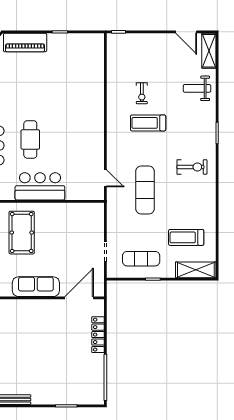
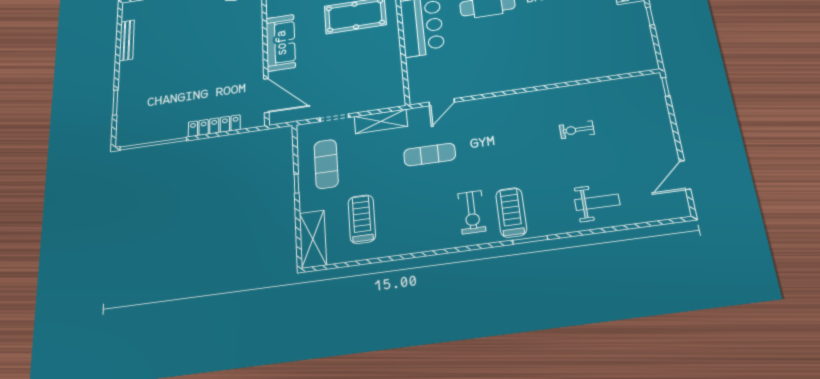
shelving: (209, 51) -> (381, 121), moved
weight bench: (197, 88) -> (597, 202), turned 90
treadmill: (148, 123) -> (511, 212), moved
exercise mat: (145, 190) -> (430, 155), width x0.73, depth x0.69

